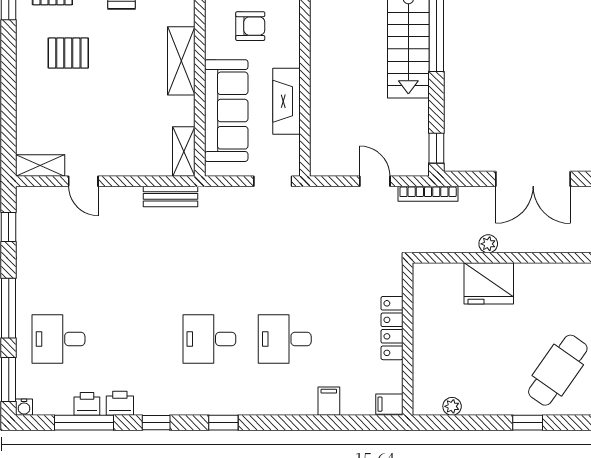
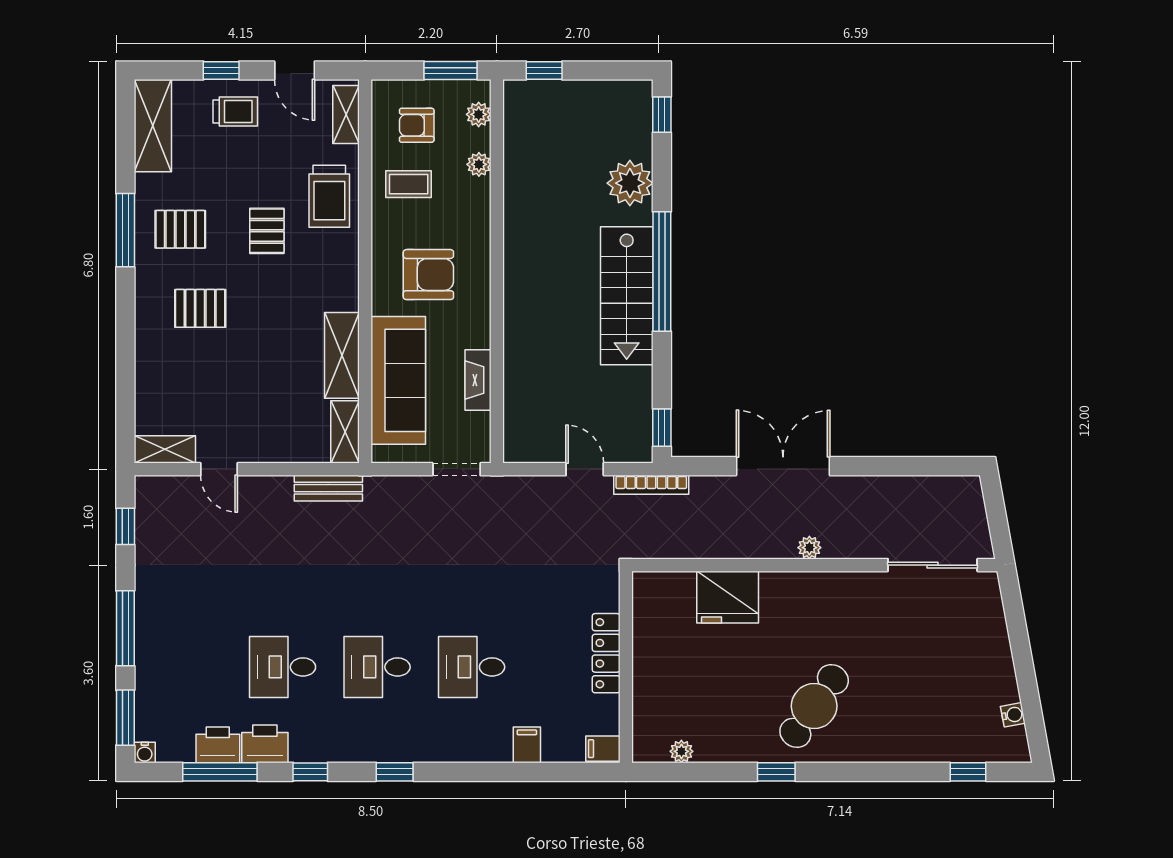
armchair: (250, 26) -> (428, 275), width x1.38, depth x1.38
shelving: (181, 61) -> (342, 355), moved
fireplace: (287, 101) -> (478, 380), width x0.73, depth x0.76
double door: (533, 179) -> (783, 466), swing flipped
plant: (488, 244) -> (809, 548), moved
desk: (58, 339) -> (282, 667), moved
printer: (120, 403) -> (265, 744), width x1.36, depth x1.24
printer: (87, 404) -> (218, 745), width x1.36, depth x1.24

